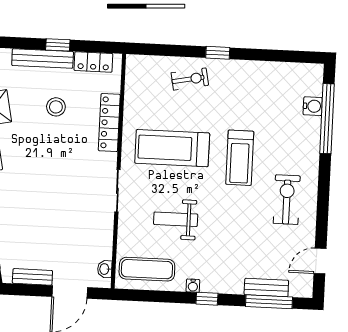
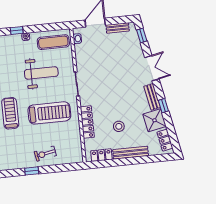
window: (58, 45) -> (123, 162), removed
weight bench: (176, 219) -> (41, 73), width x1.36, depth x1.33

